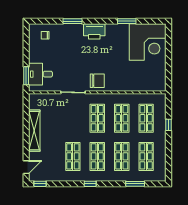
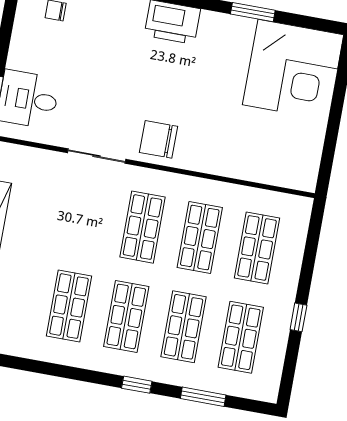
chair: (97, 81) -> (159, 139), turned 180
window: (169, 125) -> (298, 317), moved
window: (90, 184) -> (137, 385), moved

